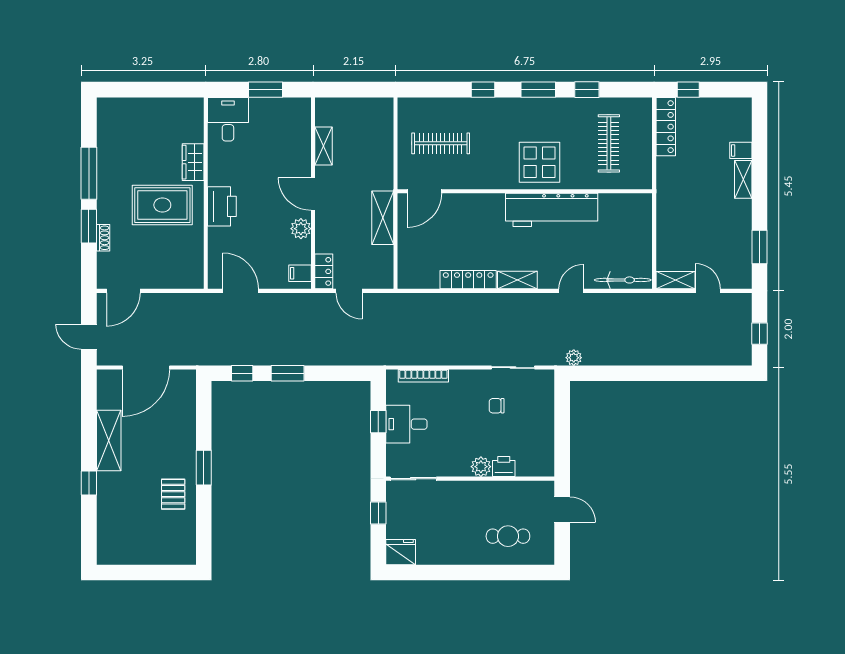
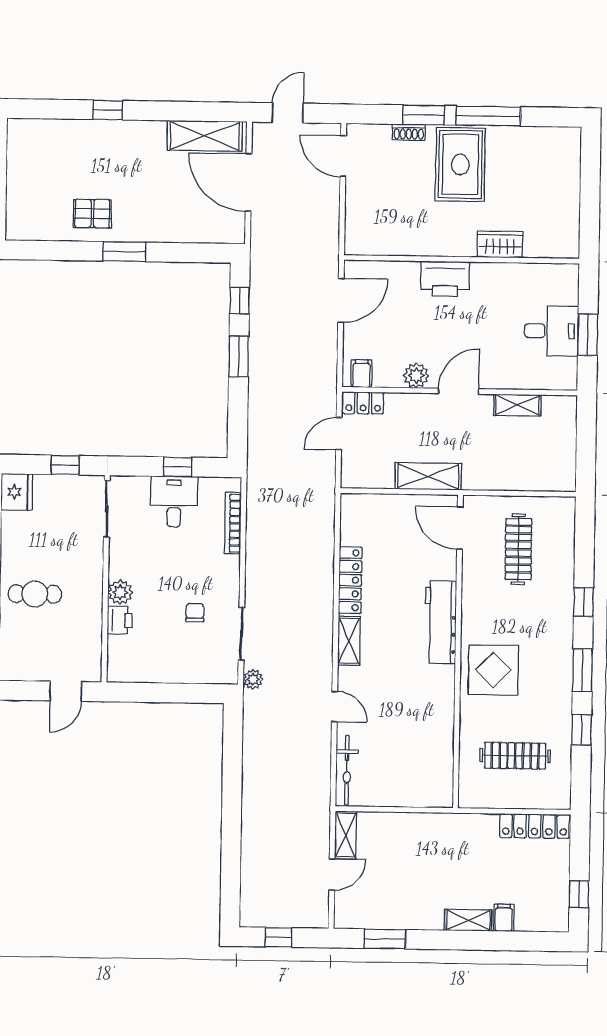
window: (688, 90) -> (579, 894), moved
desk: (228, 119) -> (551, 331), moved
rug: (162, 205) -> (460, 164), moved
workbench: (552, 210) -> (440, 622), moved, width x0.73, depth x0.76
plant: (574, 358) -> (253, 679), moved
shelving: (109, 441) -> (205, 136), moved
cafe table: (508, 536) -> (35, 594), moved, turned 90

